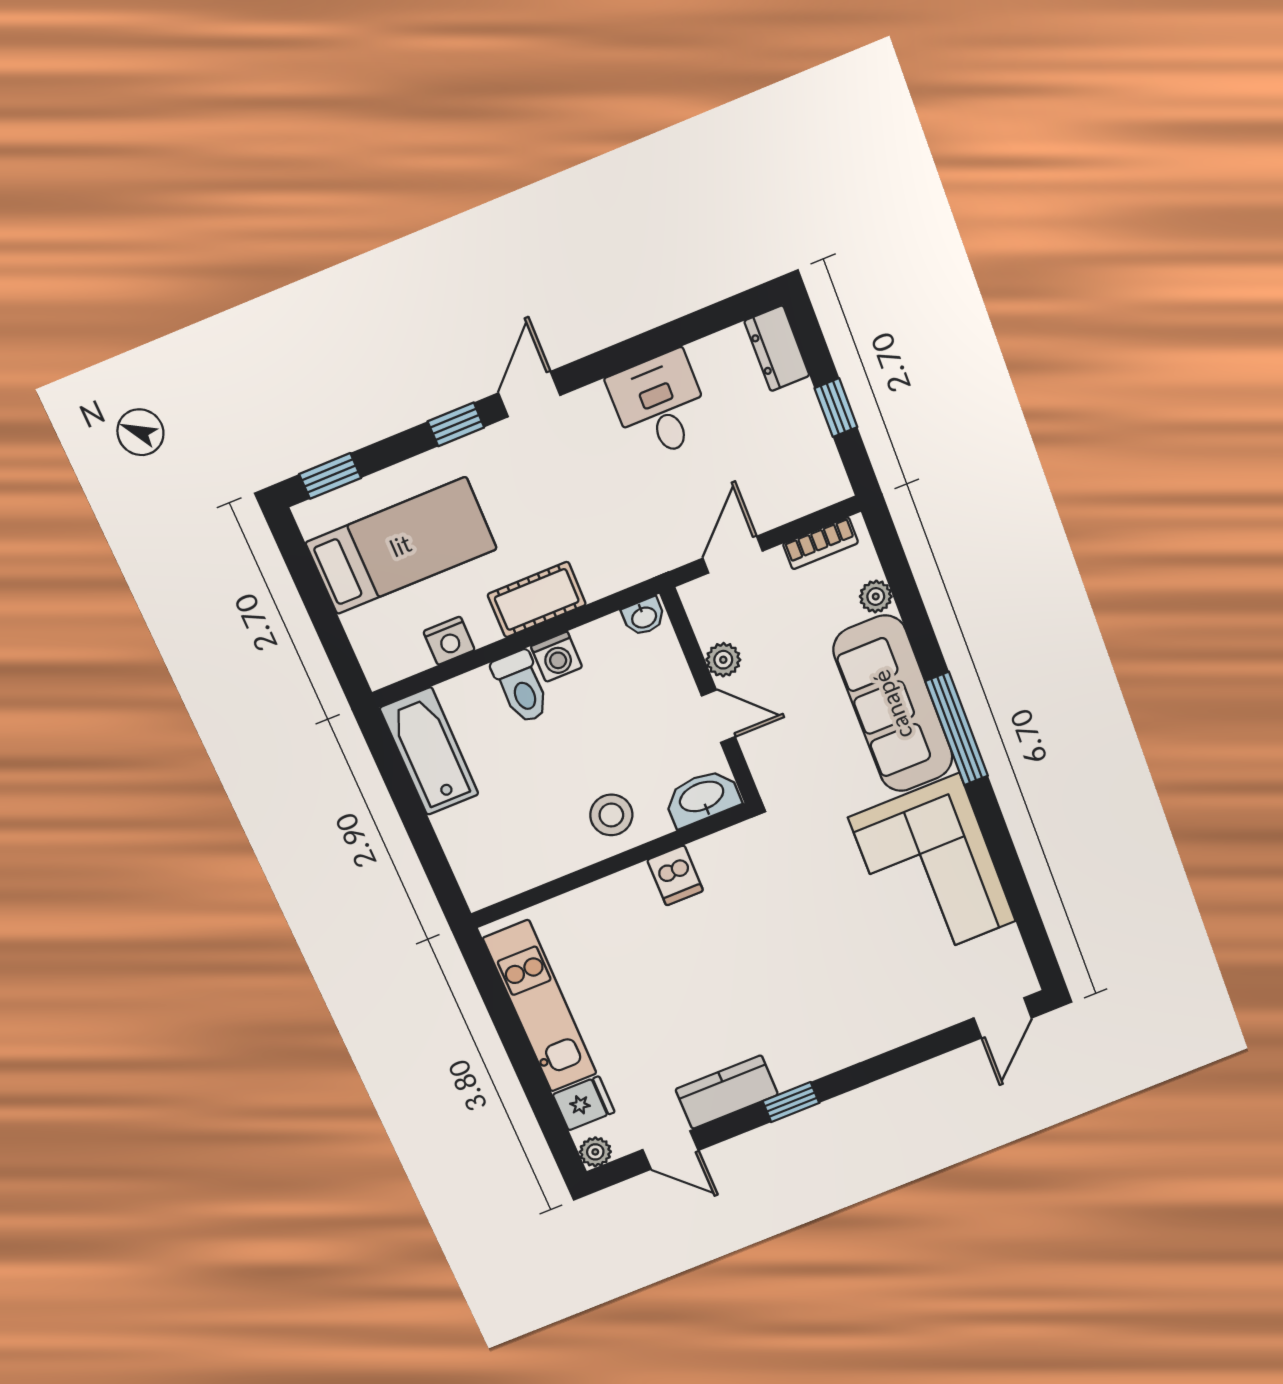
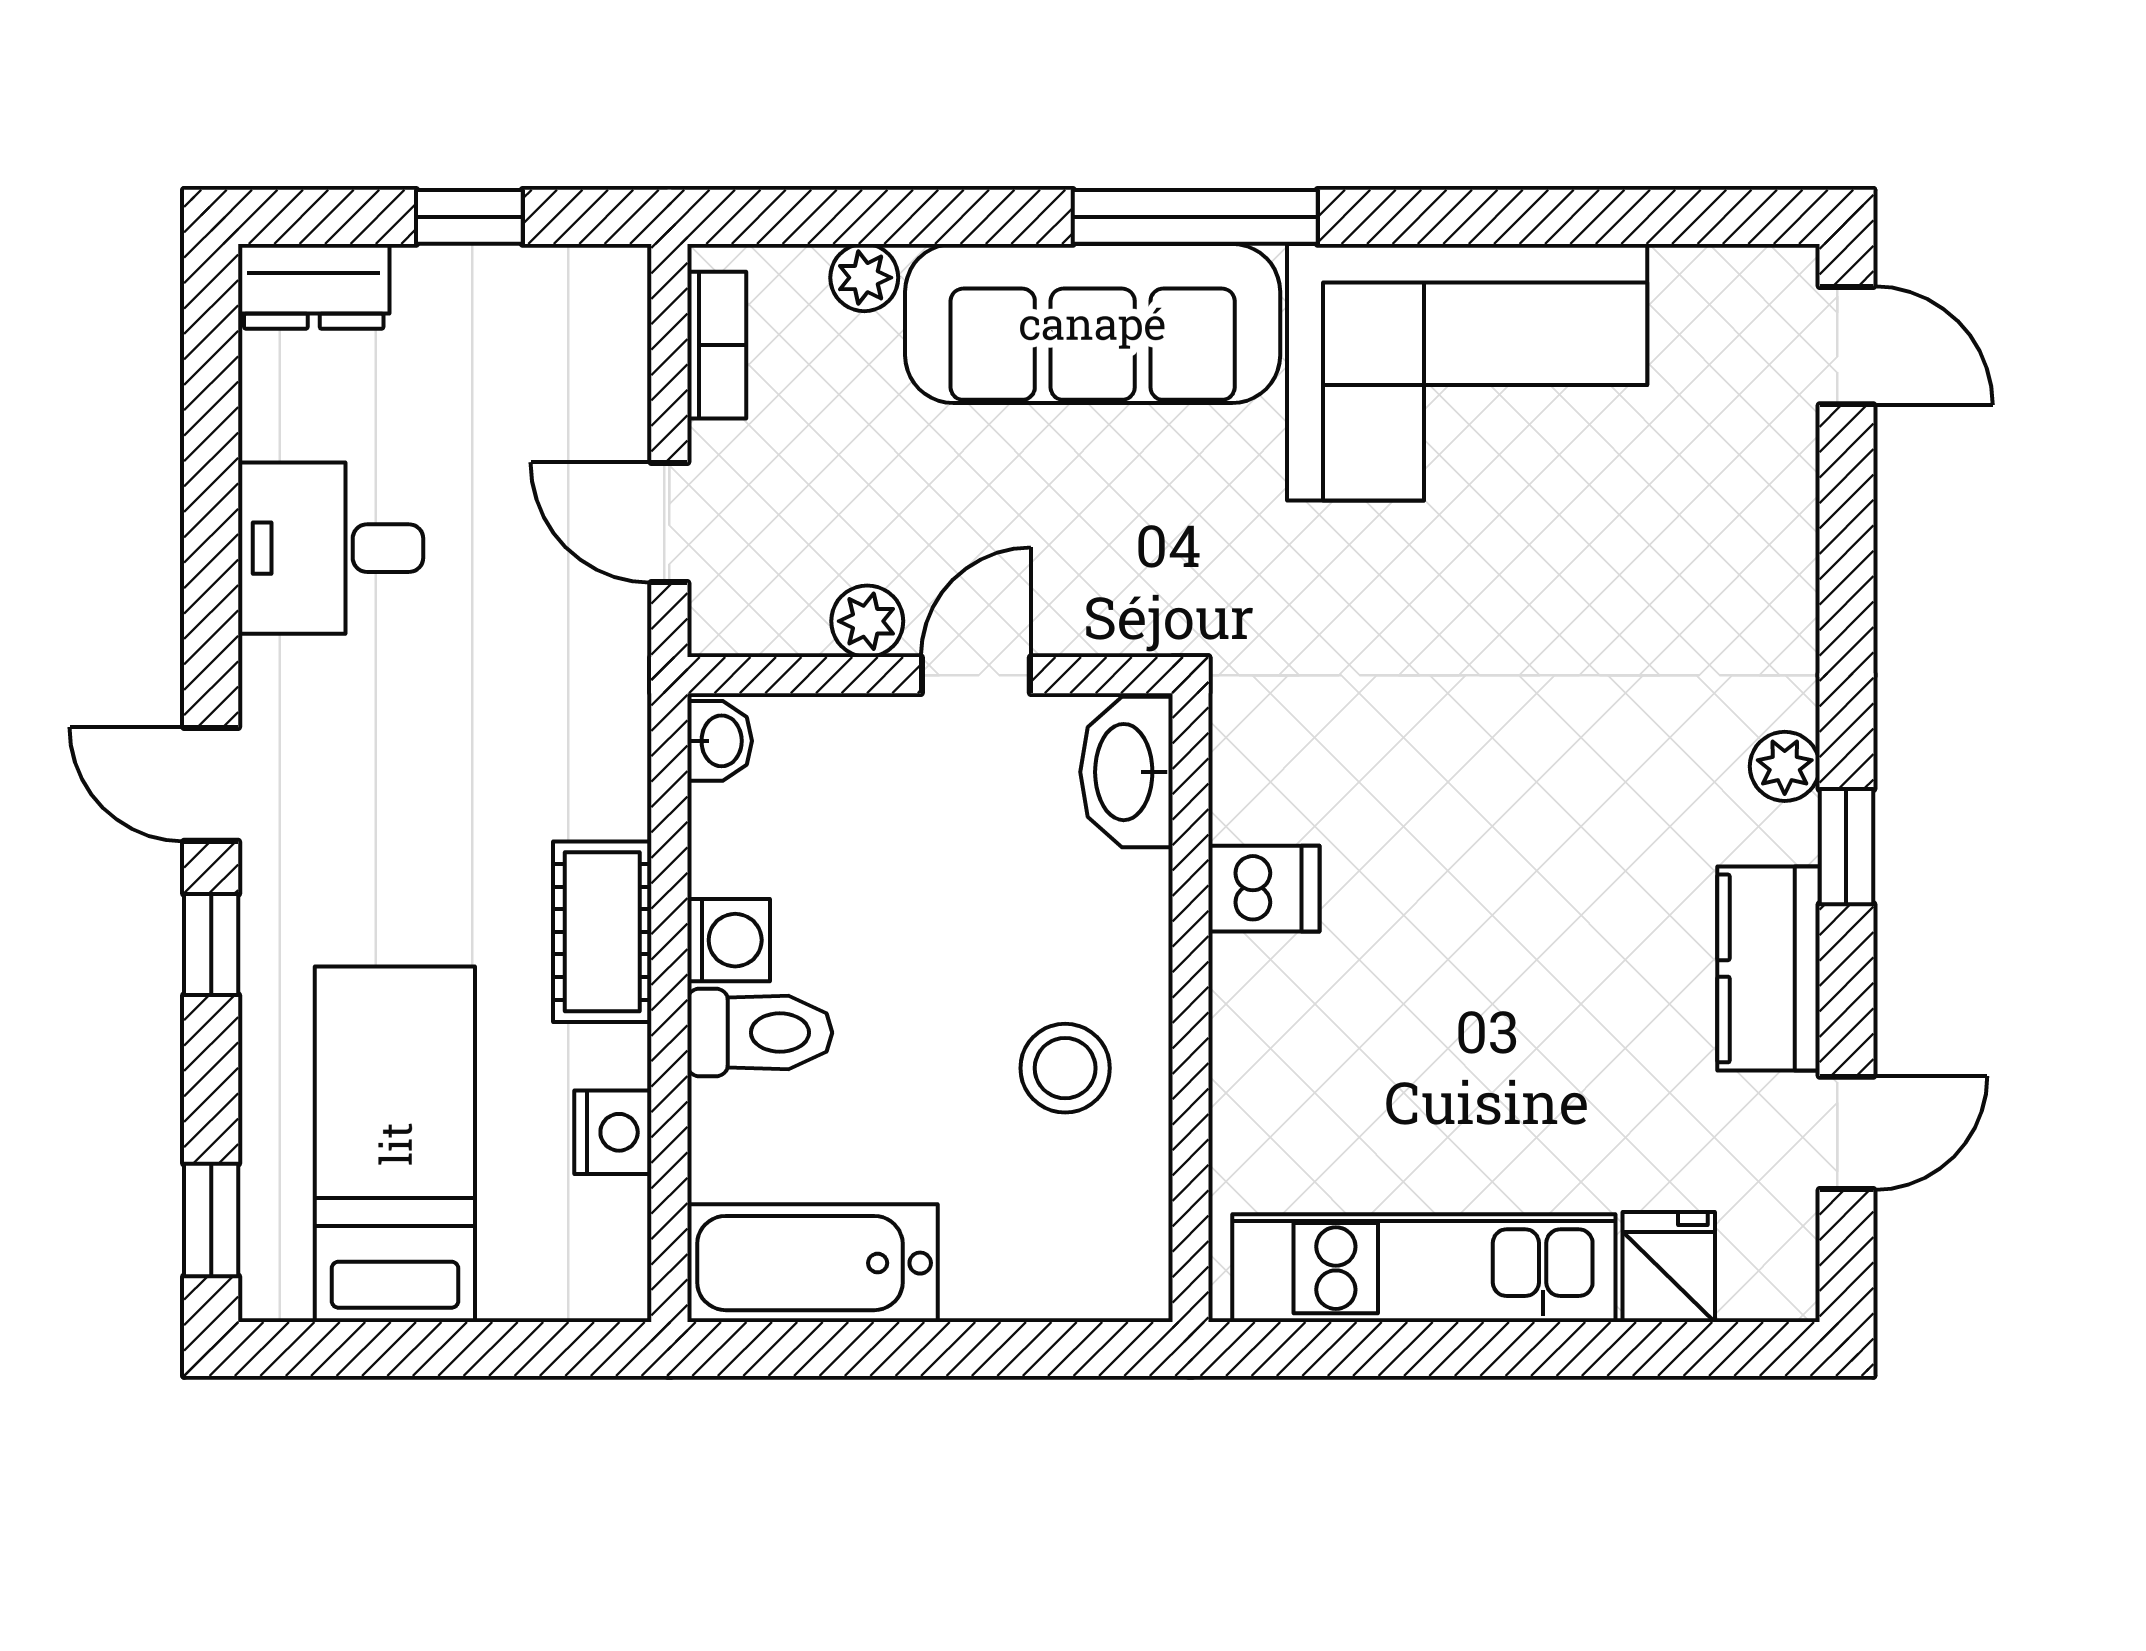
stool: (611, 815) -> (1065, 1068), moved
plant: (595, 1152) -> (1785, 766), moved

